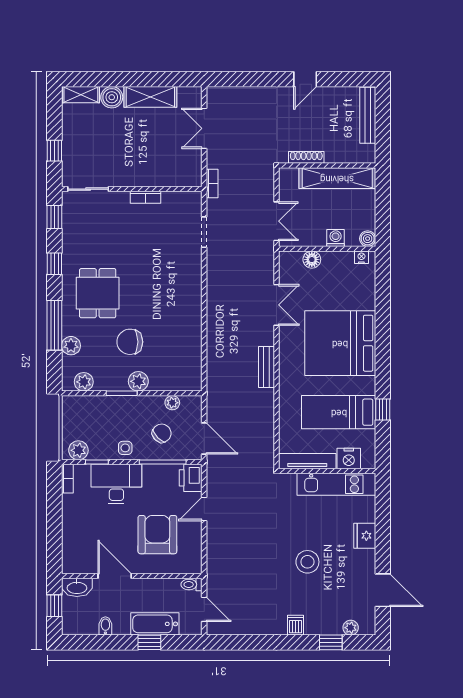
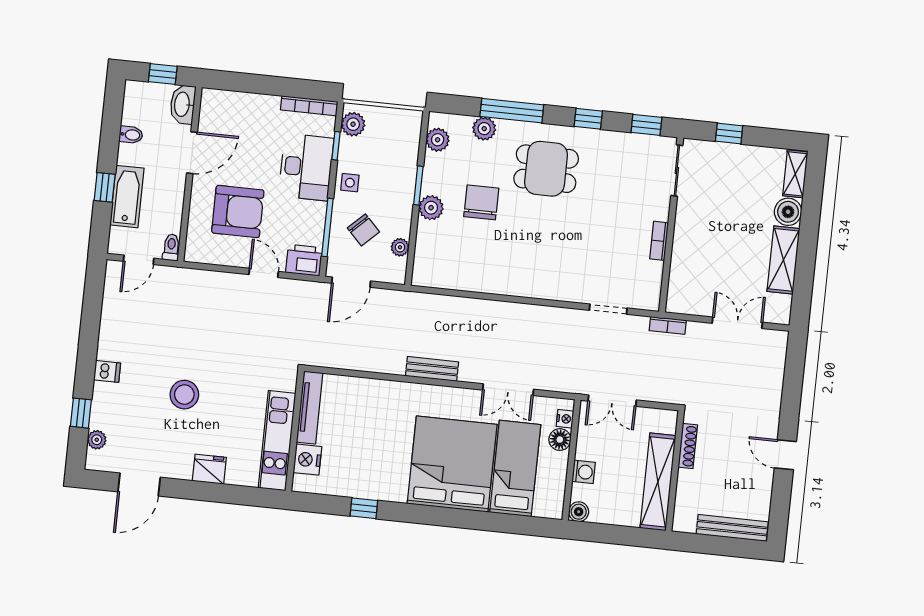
nightstand: (361, 257) -> (565, 419), moved
bed: (339, 412) -> (515, 468), moved
bookcase: (67, 479) -> (309, 106), width x1.56

